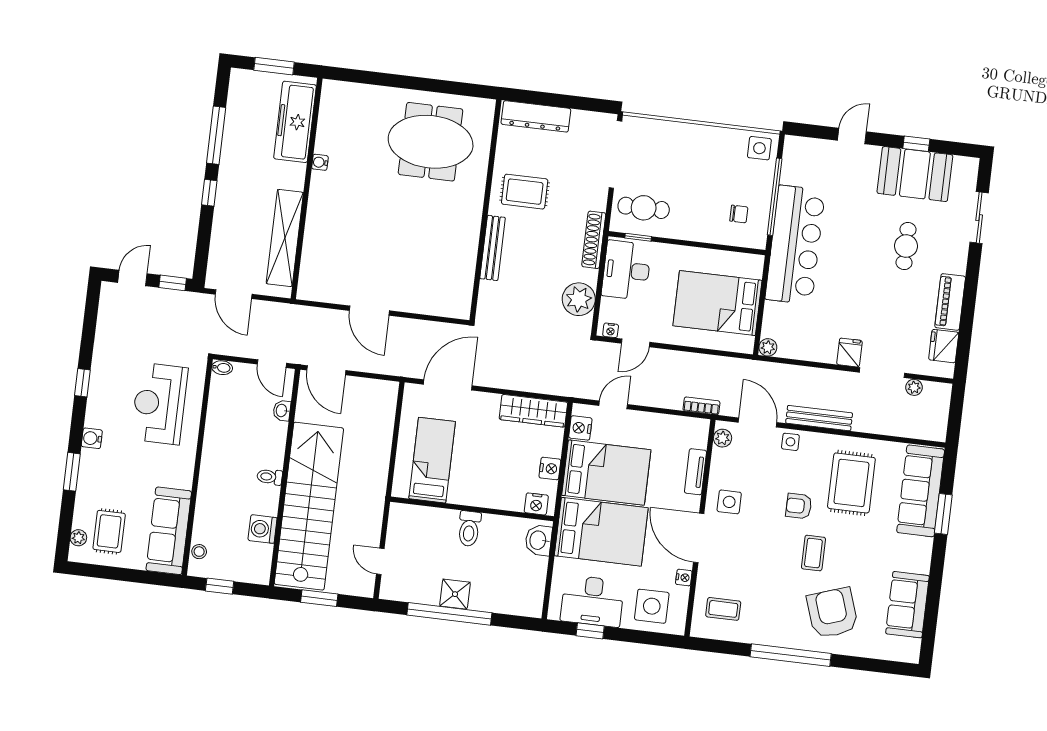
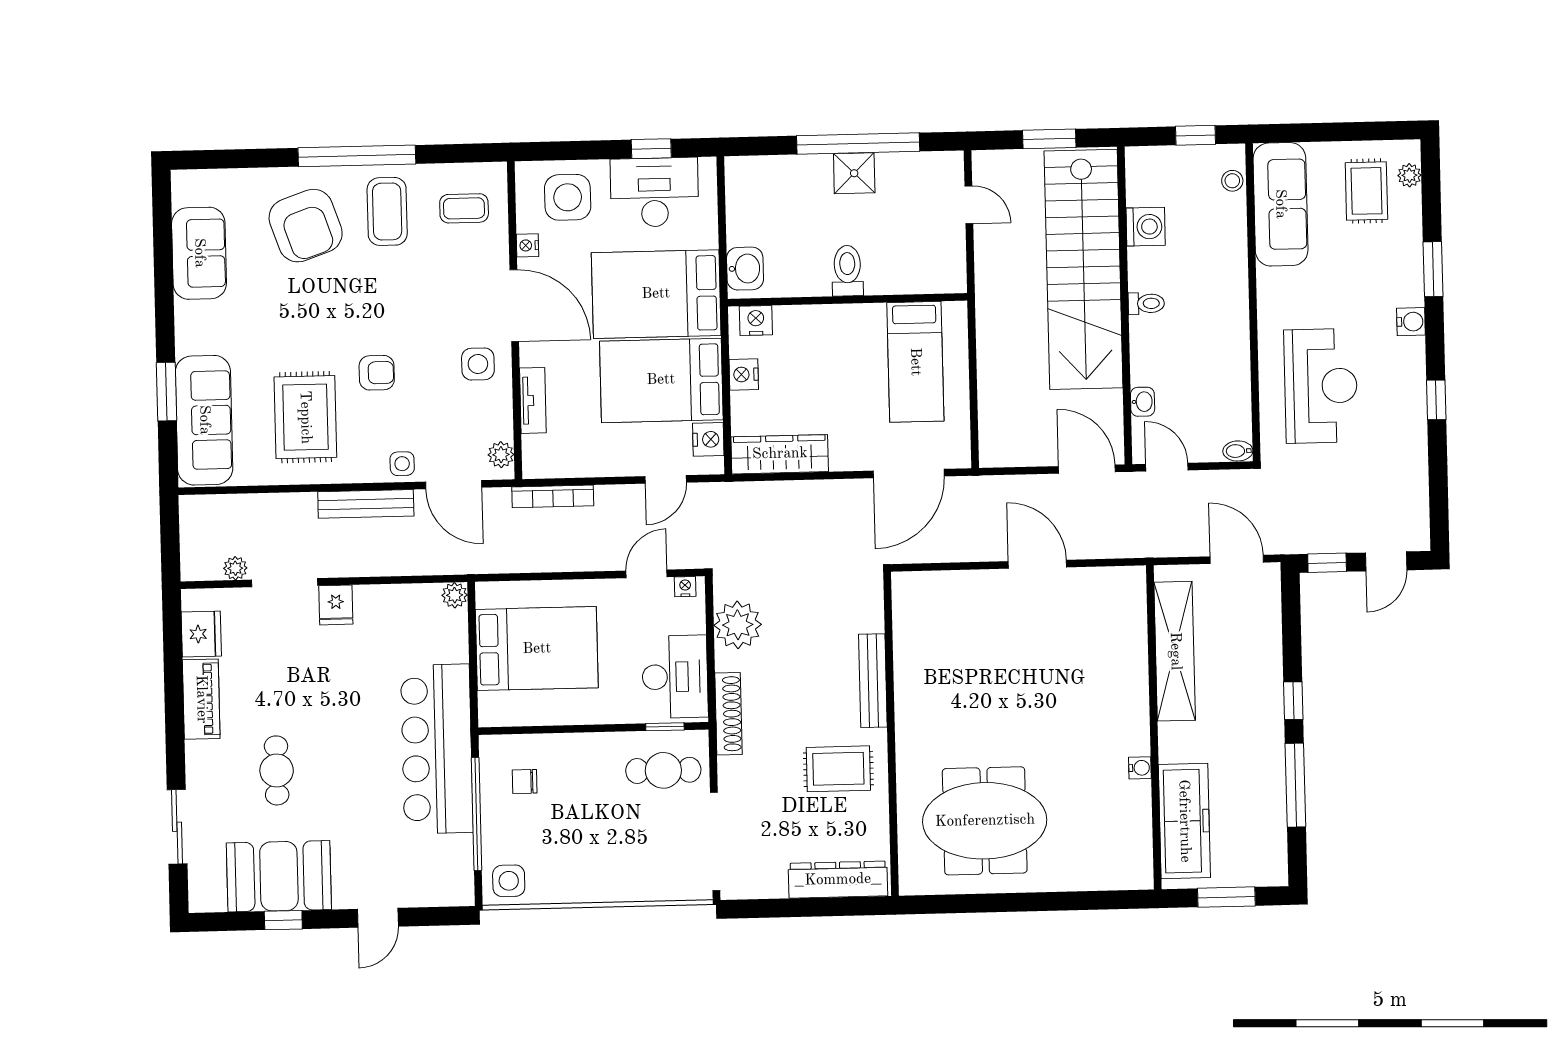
bookcase: (701, 406) -> (553, 496), width x1.56
coffee table: (813, 553) -> (387, 211), moved, width x1.36, depth x1.30

